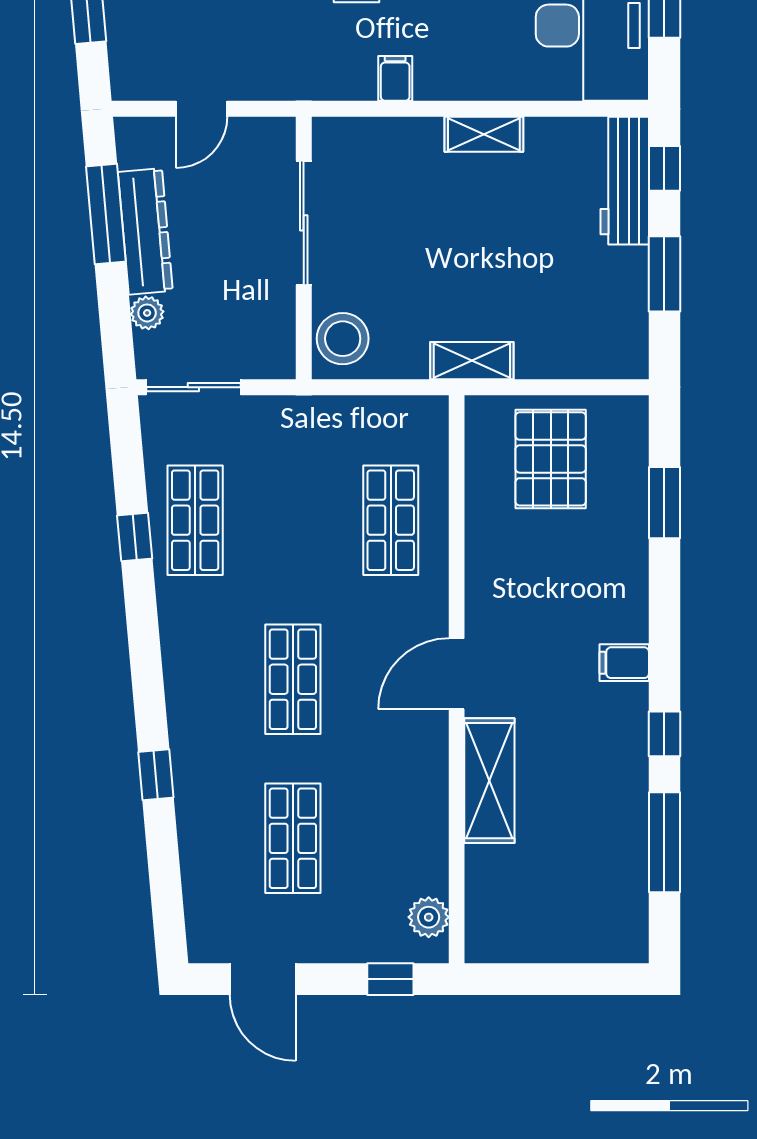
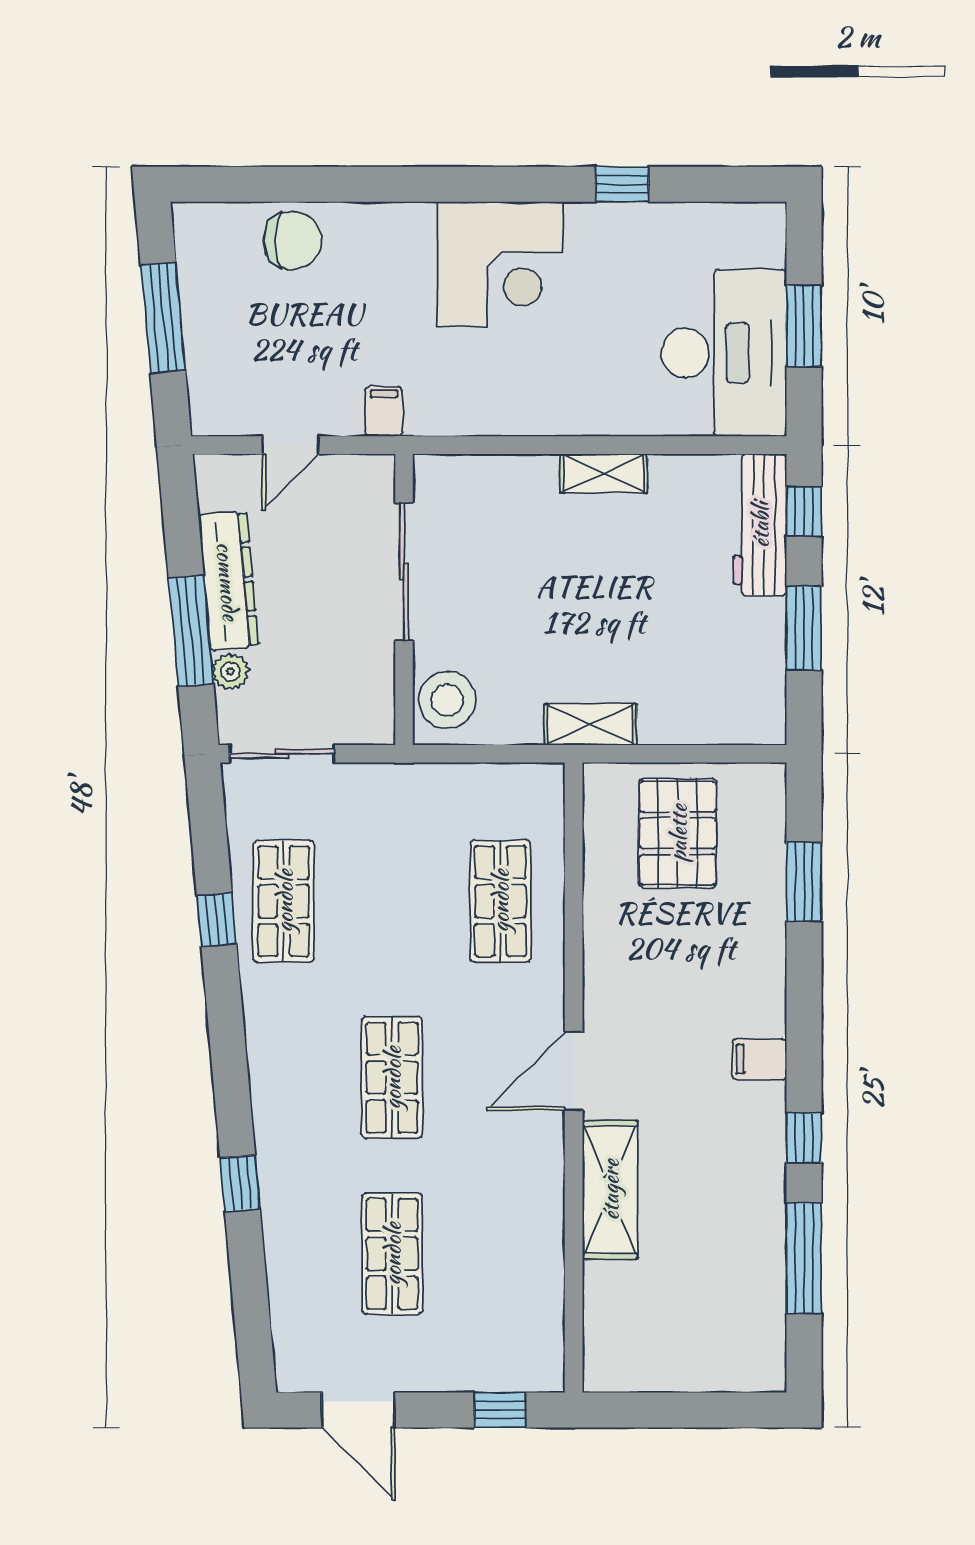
filing cabinet: (395, 78) -> (384, 412), moved
window: (106, 214) -> (191, 631), moved
plant: (429, 917) -> (543, 1341), removed

